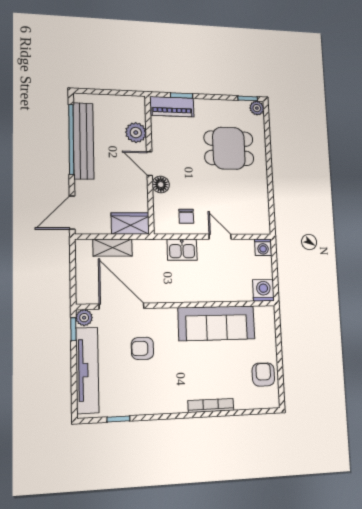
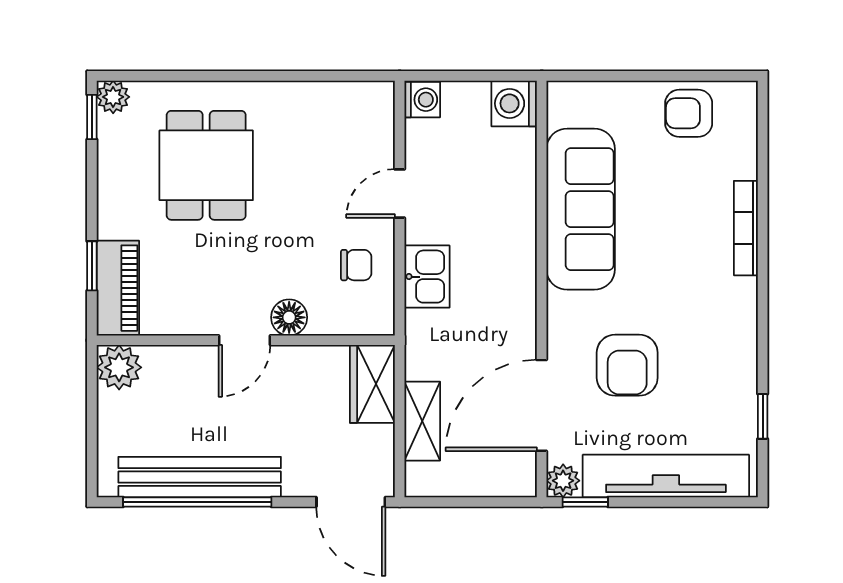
plant: (136, 133) -> (119, 367), moved
armchair: (142, 348) -> (627, 365), width x1.38, depth x1.38

